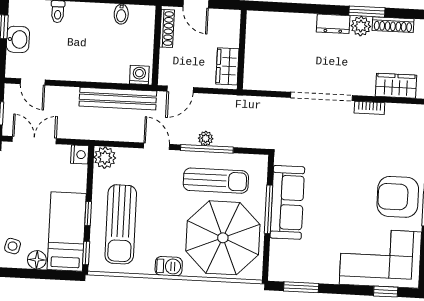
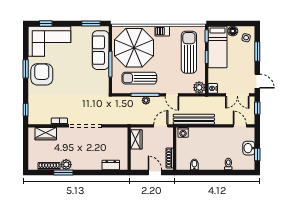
dresser: (333, 24) -> (111, 165), moved
armchair: (398, 197) -> (42, 74), turned -90
sofa: (287, 202) -> (101, 50), moved

